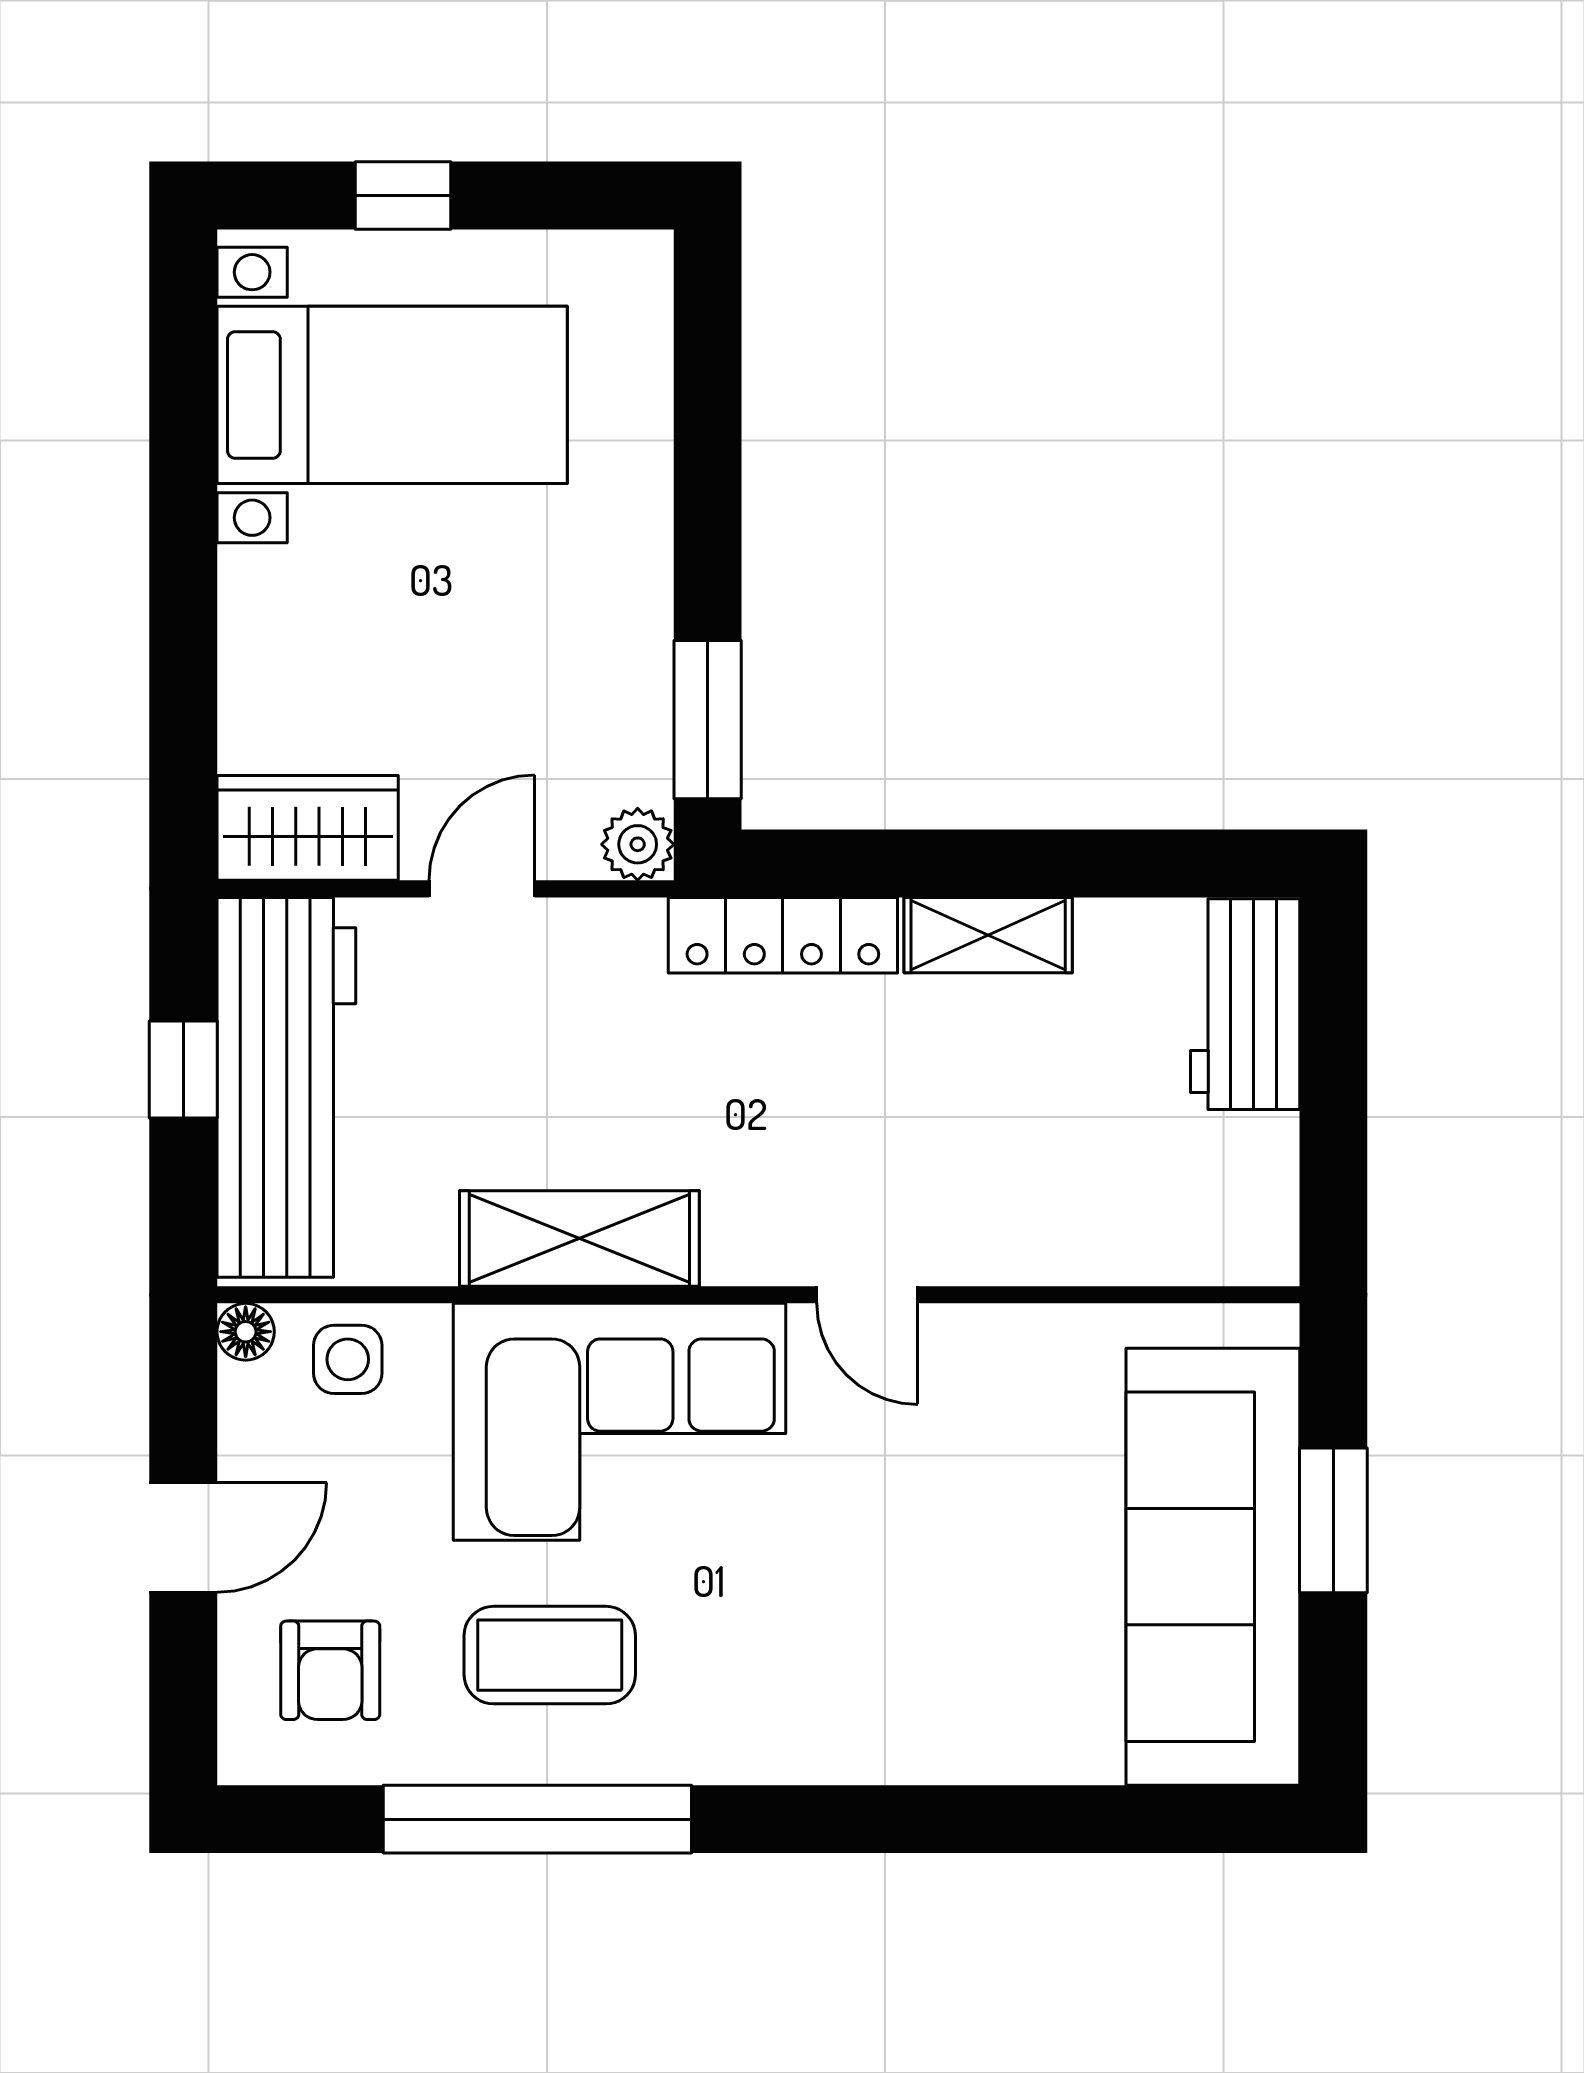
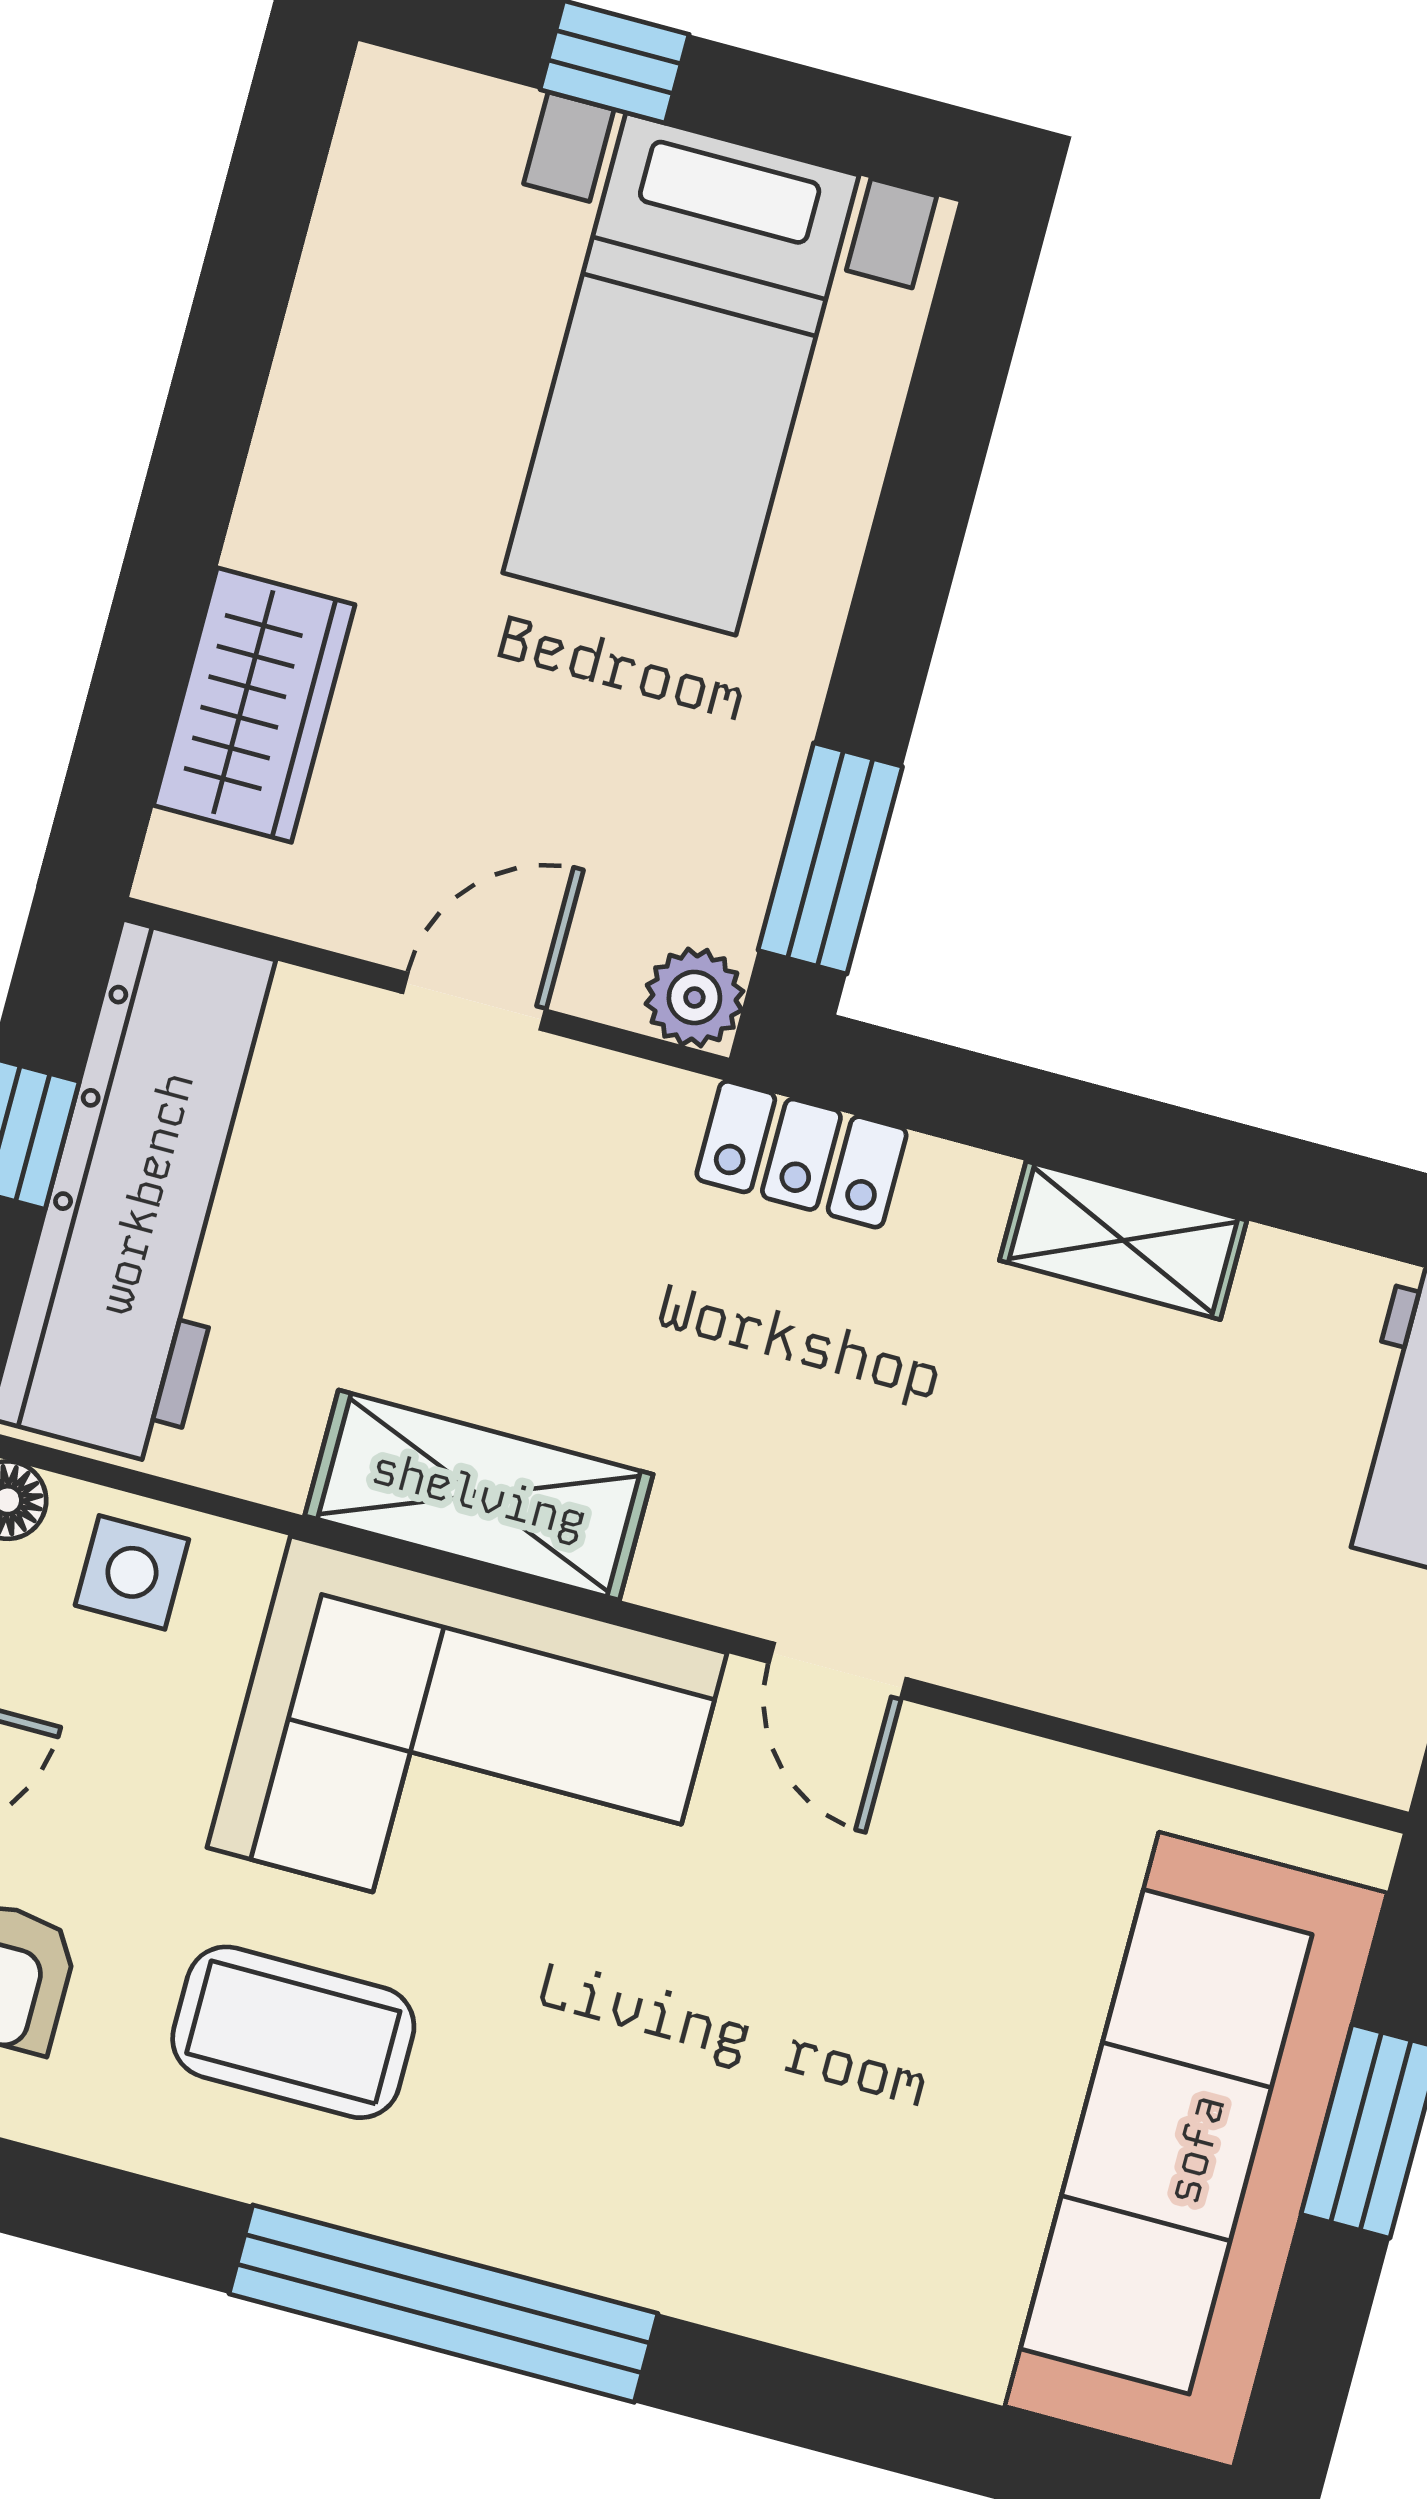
bed with nightstands: (392, 395) -> (681, 374), moved, turned 90
wardrobe: (308, 828) -> (254, 705), moved, turned 90
locker: (783, 935) -> (801, 1154), width x0.66
window: (537, 1819) -> (444, 2304), moved

